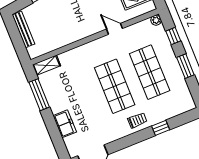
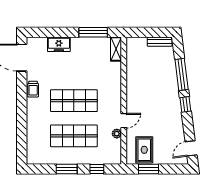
plant: (156, 20) -> (117, 134), moved
bench: (23, 29) -> (160, 42), width x0.73
trolley: (137, 120) -> (33, 89), moved
window: (161, 128) -> (22, 126), removed

